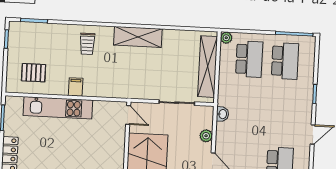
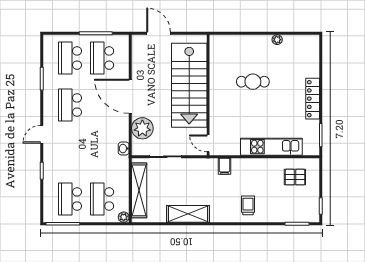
shelving: (138, 37) -> (188, 214), moved
filing cabinet: (76, 87) -> (224, 166), moved
plant: (206, 136) -> (142, 128), width x1.88, depth x1.88

